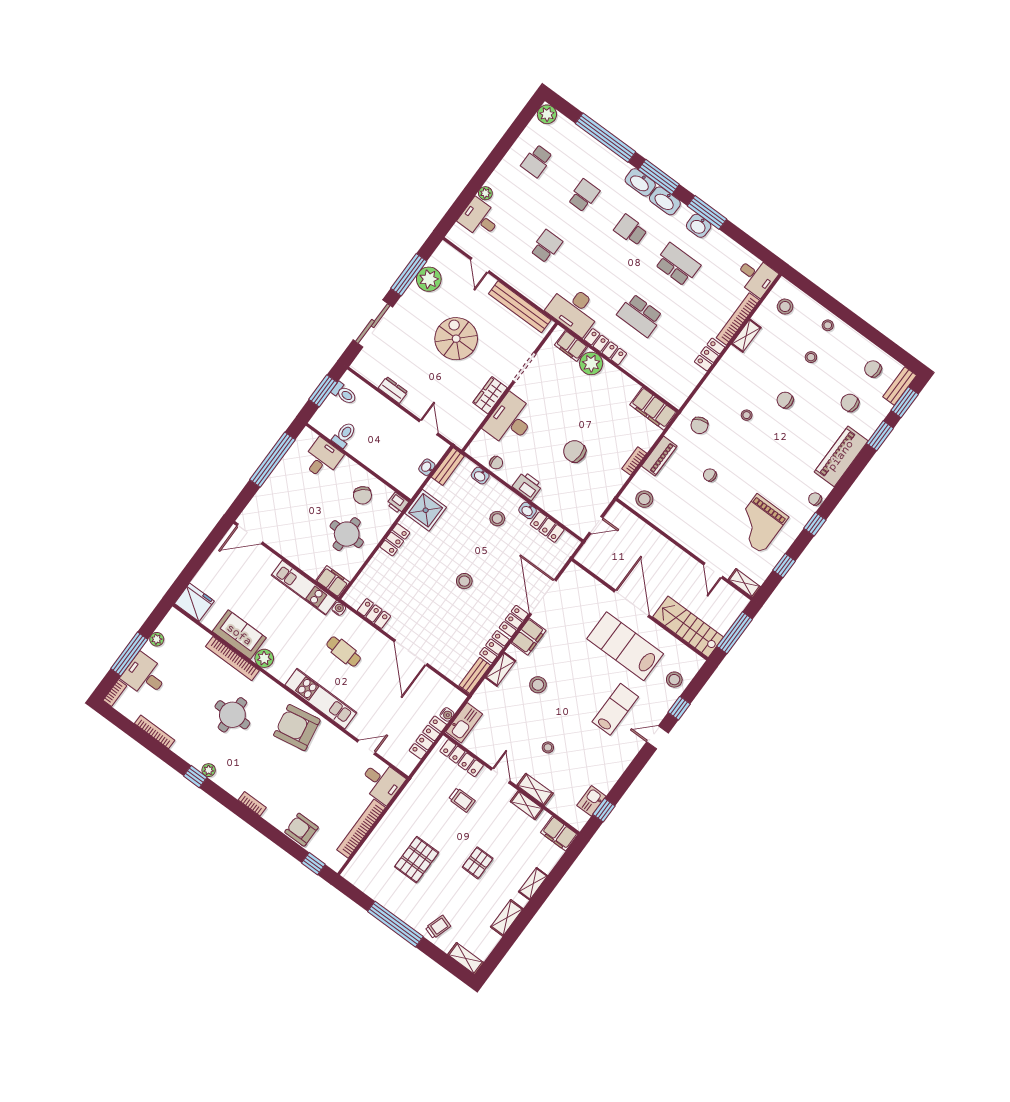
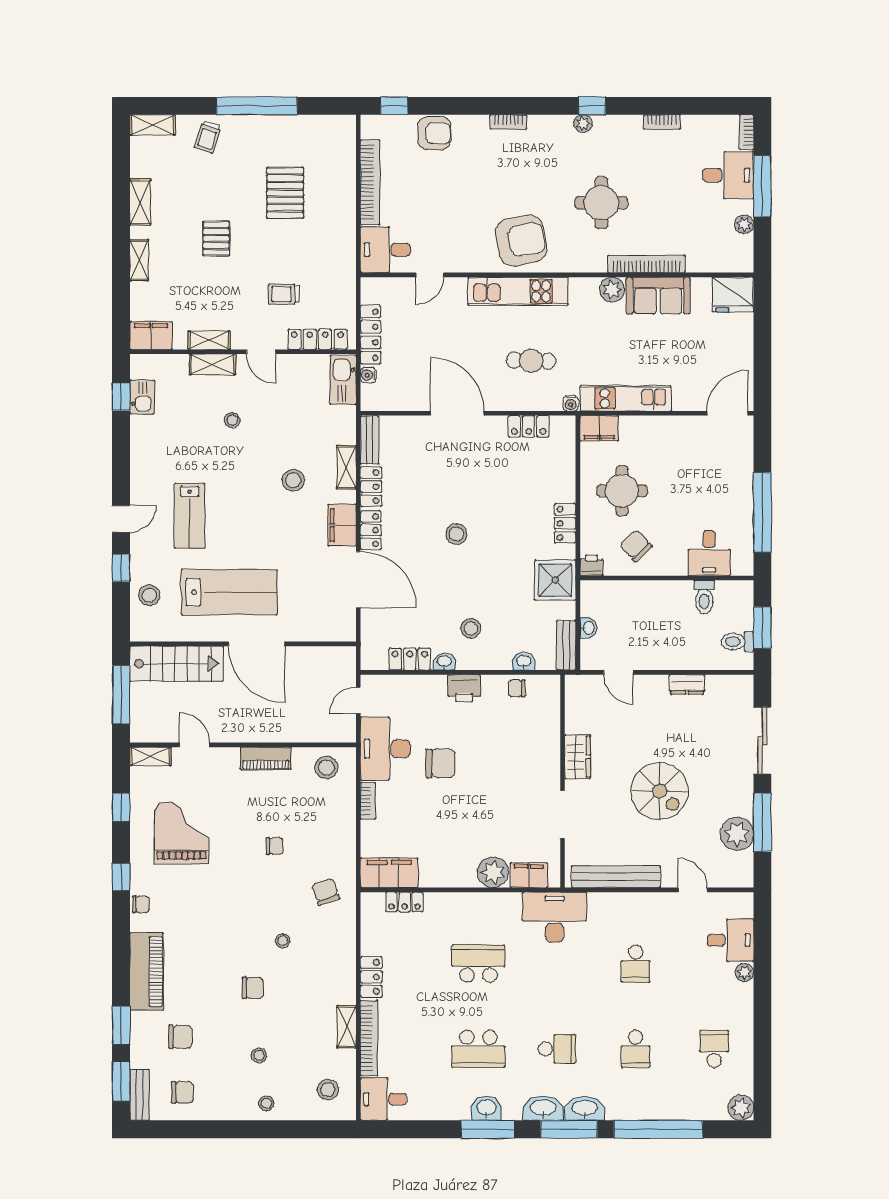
locker: (605, 347) -> (404, 902), moved, width x0.66
desk: (510, 420) -> (385, 749), moved, turned 180
piano: (659, 456) -> (266, 758), moved, turned -90
bookcase: (155, 732) -> (662, 122), width x0.64

